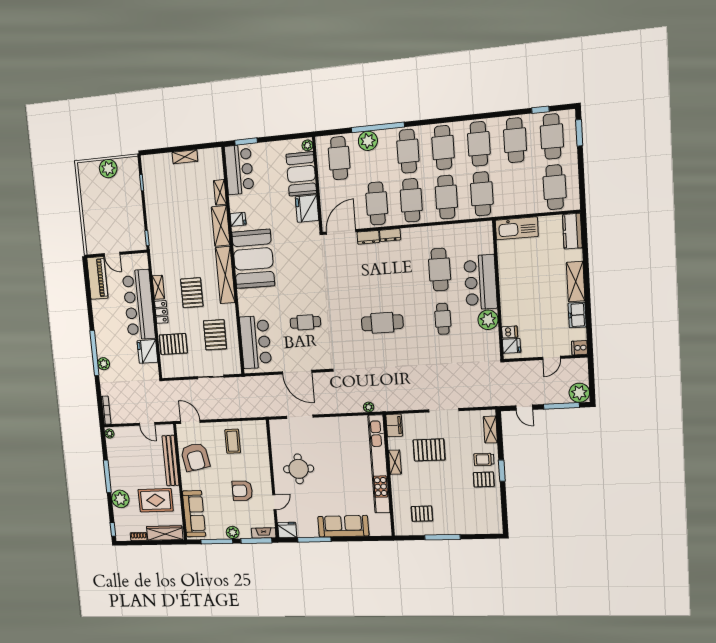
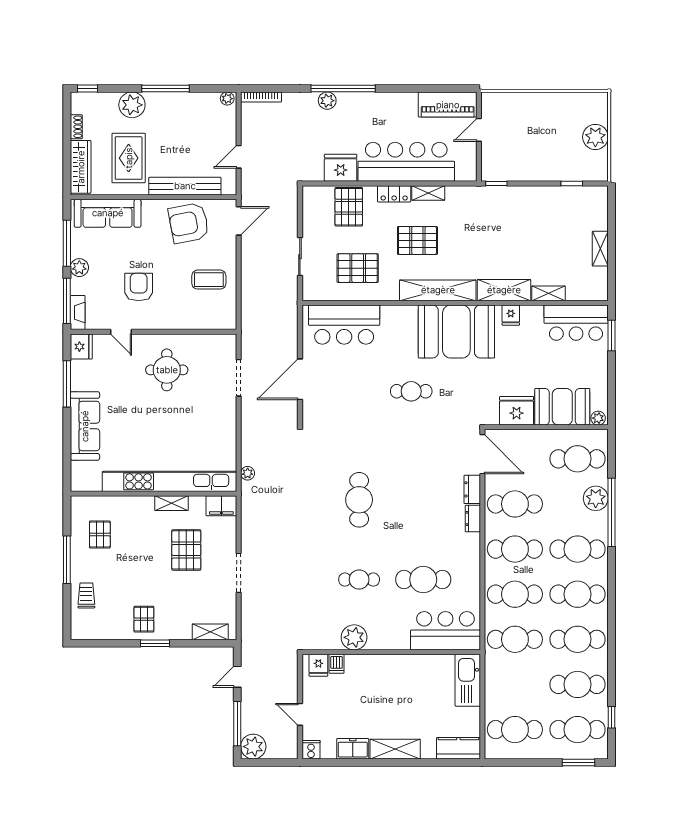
bar counter: (480, 282) -> (445, 631), moved
cafe table: (305, 322) -> (411, 391), moved, turned 90
trolley: (484, 459) -> (86, 595), moved

